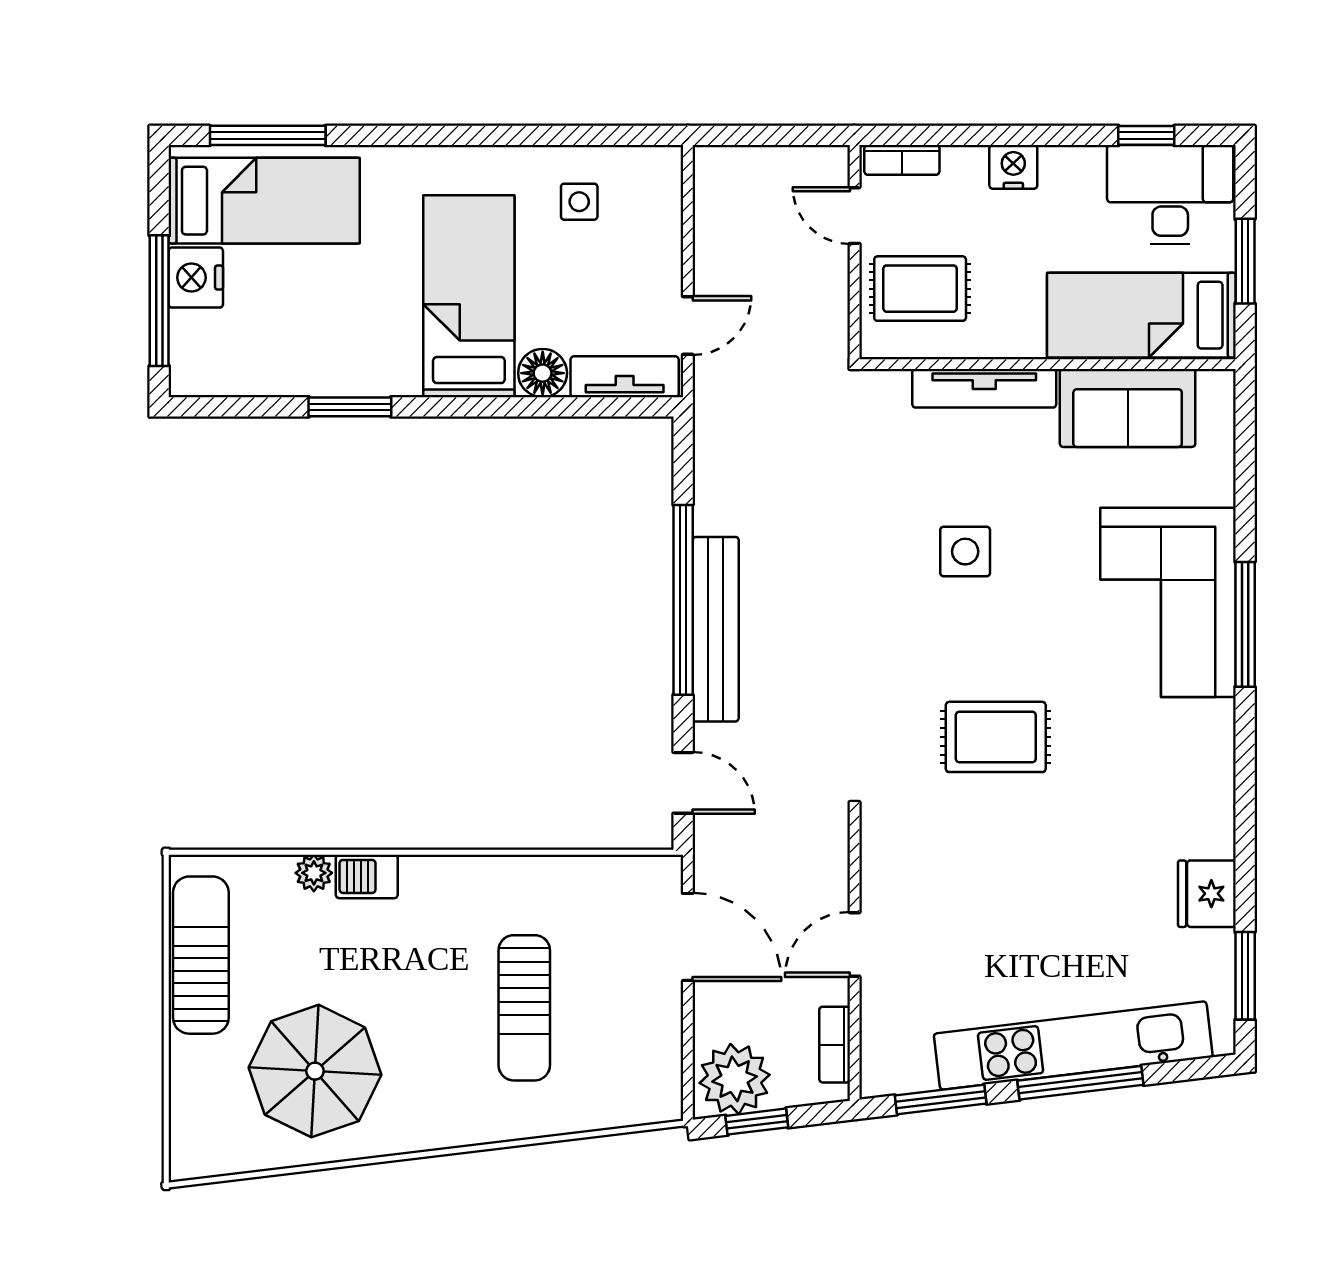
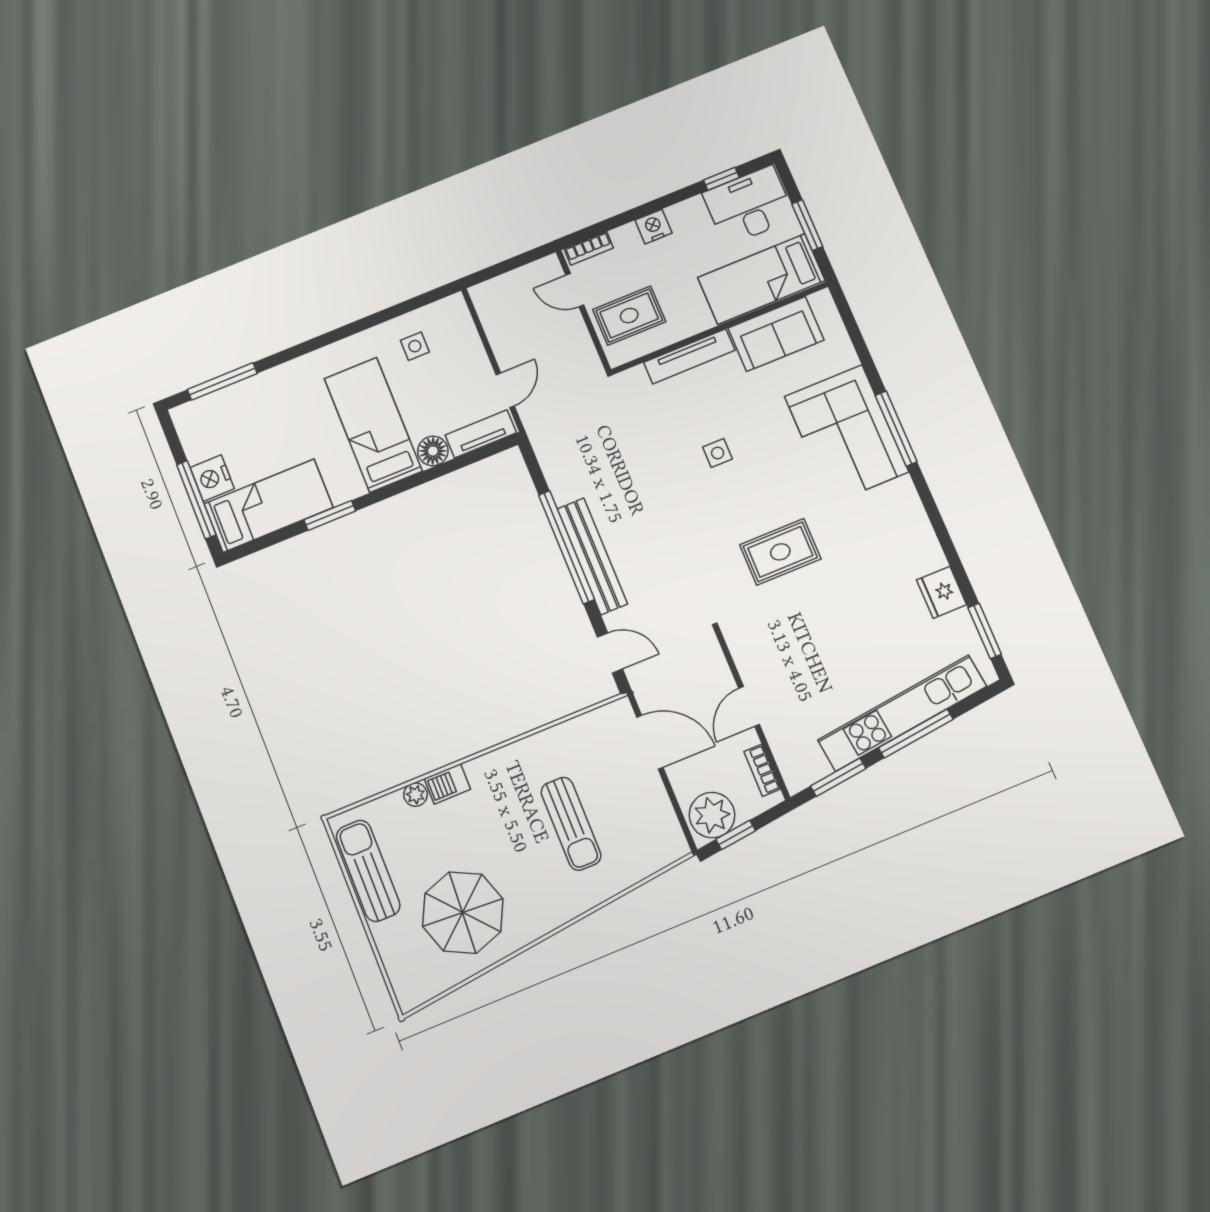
bed: (264, 201) -> (269, 506), moved
side table: (965, 552) -> (718, 453), width x0.73, depth x0.73

